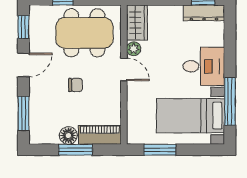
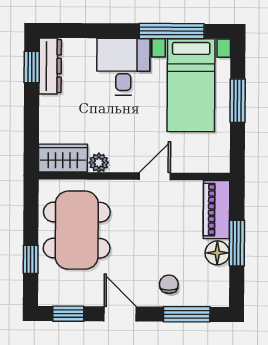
door: (124, 69) -> (155, 176), moved
chair: (75, 85) -> (169, 284), moved
window: (160, 150) -> (238, 101), moved

